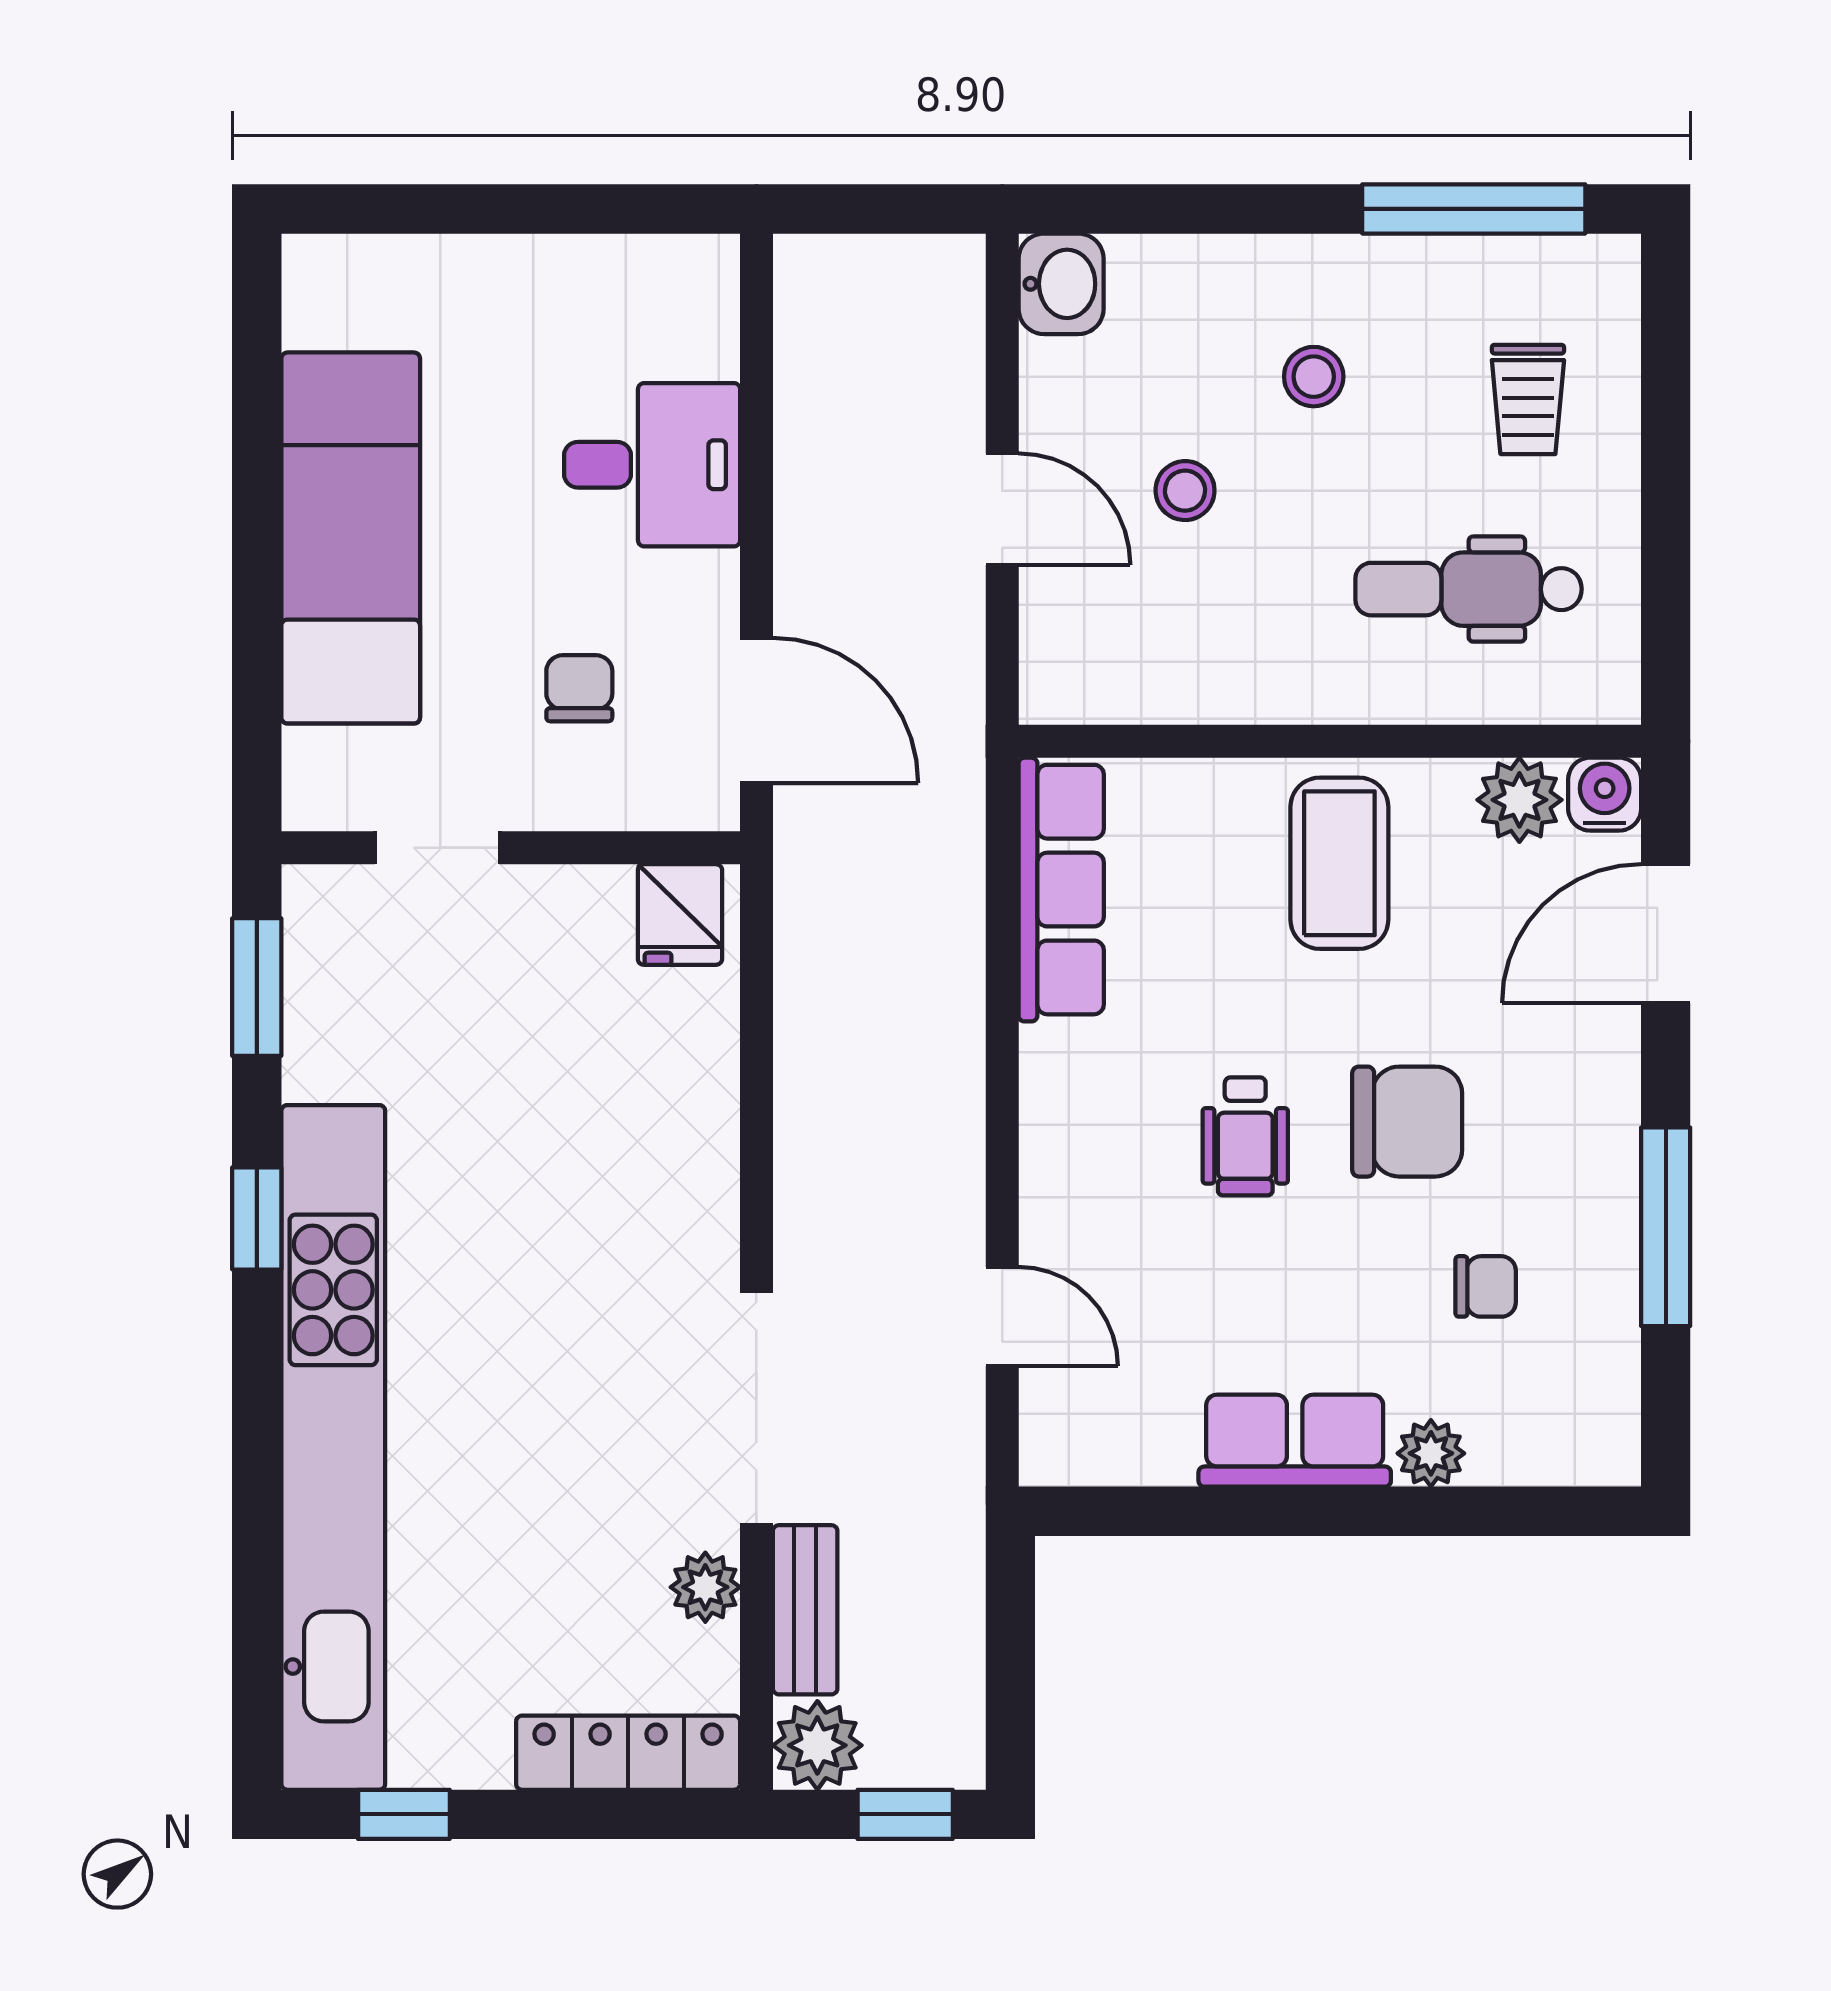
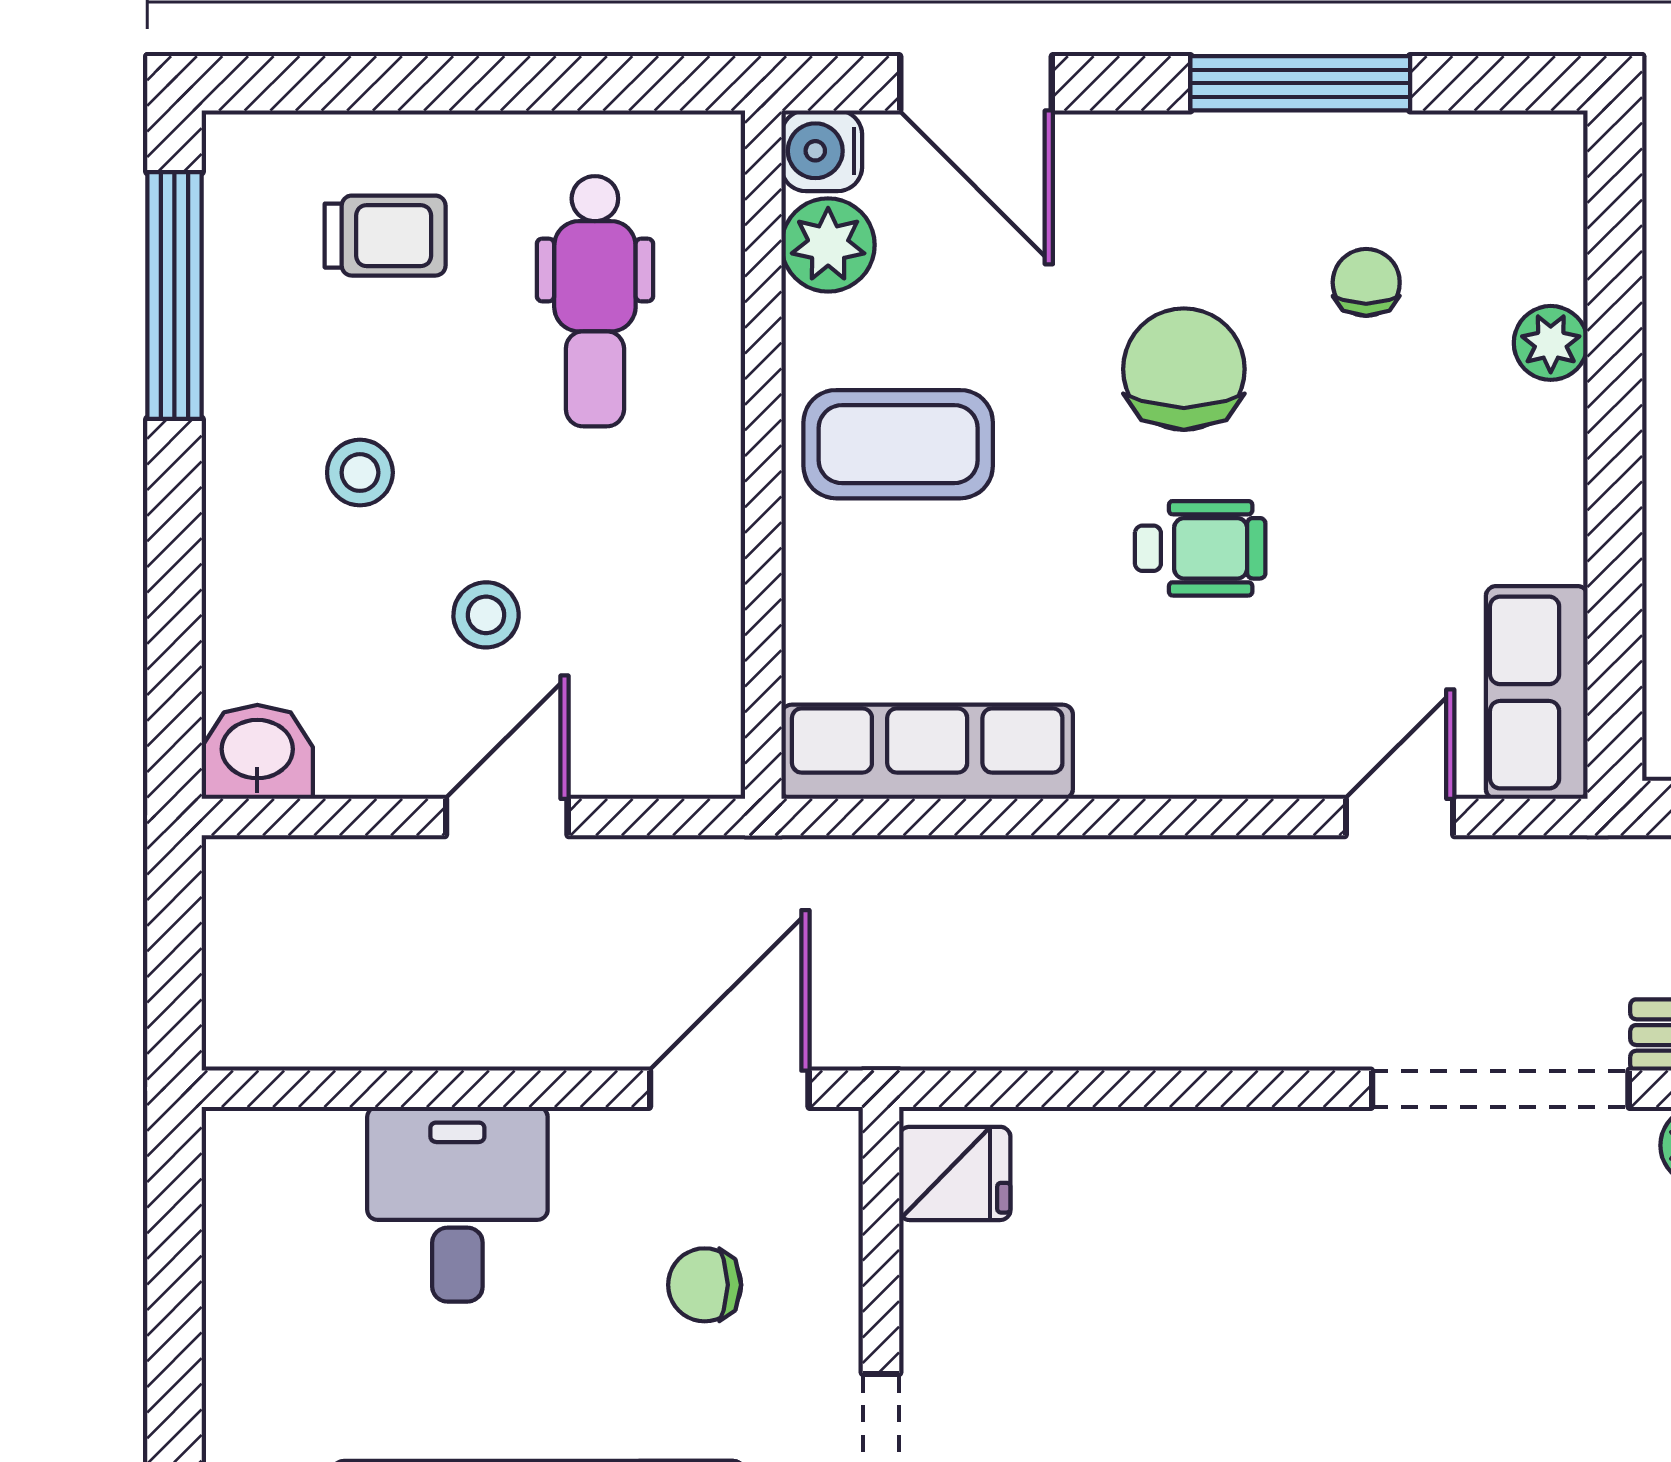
row of seats: (1295, 1441) -> (1537, 693), moved

